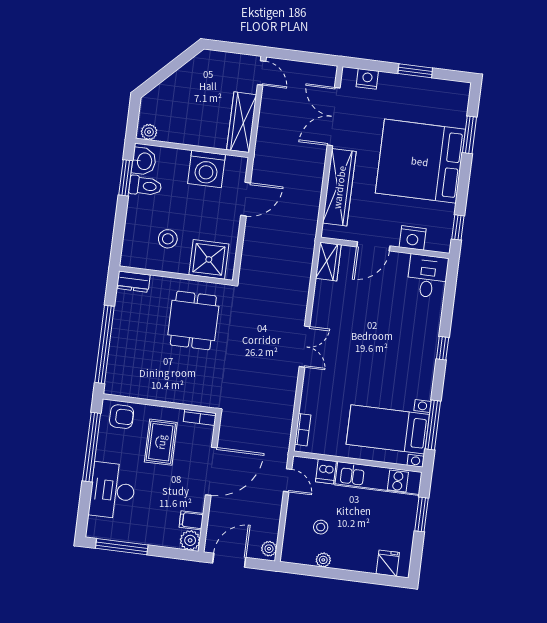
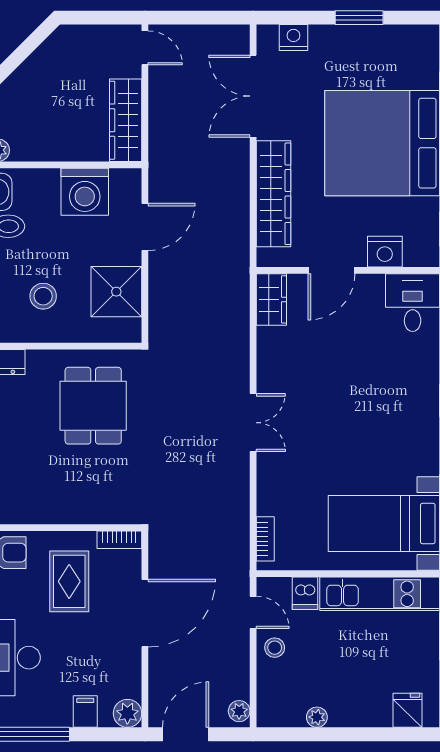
shower: (209, 259) -> (116, 292), moved
filing cabinet: (191, 520) -> (85, 712), moved, turned 90
stool: (321, 527) -> (275, 648), moved

